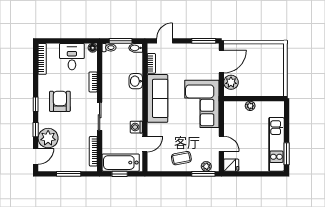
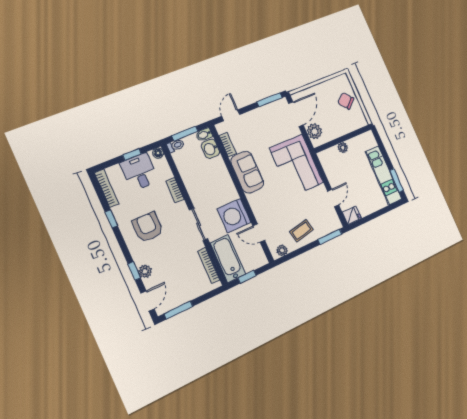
window: (72, 41) -> (132, 154), added
chair: (272, 68) -> (346, 101), added
washbasin: (136, 81) -> (210, 149), moved
sofa: (157, 98) -> (247, 172), width x0.73
window: (36, 104) -> (111, 219), moved
washing machine: (136, 127) -> (234, 216), width x1.89, depth x1.89
plant: (48, 138) -> (145, 271), width x0.53, depth x0.53
door: (145, 144) -> (259, 233), swing flipped
door: (221, 144) -> (333, 198), hinge flipped
bathtub: (121, 163) -> (228, 259), moved, turned 90
plant: (206, 166) -> (282, 250), moved
window: (69, 174) -> (178, 310), moved

